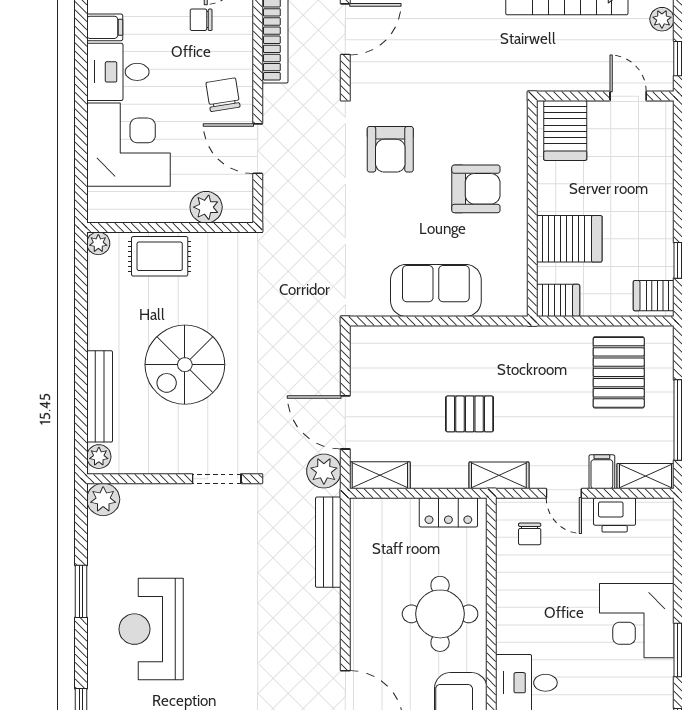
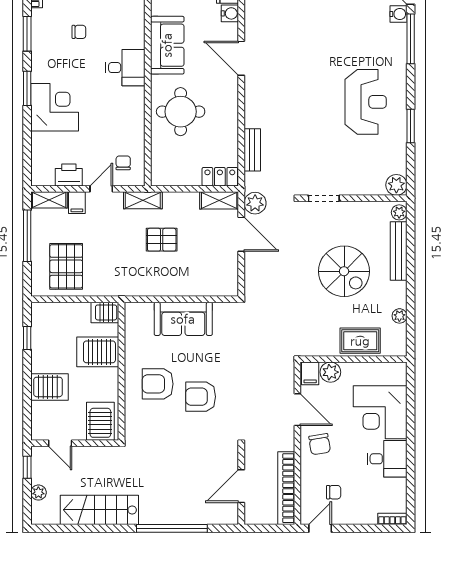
filing cabinet: (105, 27) -> (310, 373), moved, turned -90
armchair: (390, 149) -> (201, 397), moved, turned -90
plant: (98, 243) -> (399, 316), moved
server rack: (654, 296) -> (49, 387), moved, width x1.36, depth x1.44
spiral stairs: (185, 365) -> (344, 271), turned 90
door: (564, 493) -> (101, 189), hinge flipped
locker: (448, 512) -> (220, 177), moved
bench: (328, 542) -> (252, 150), width x0.73

